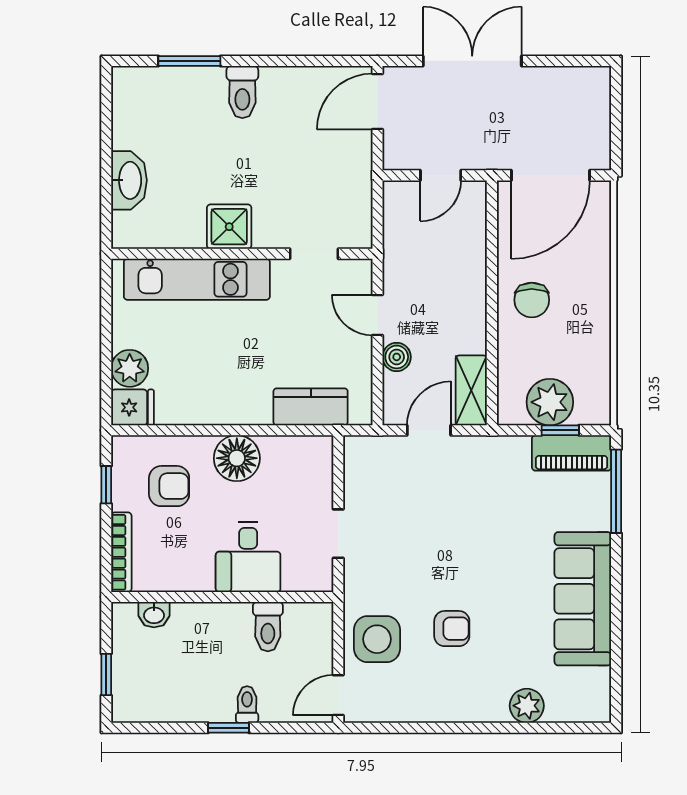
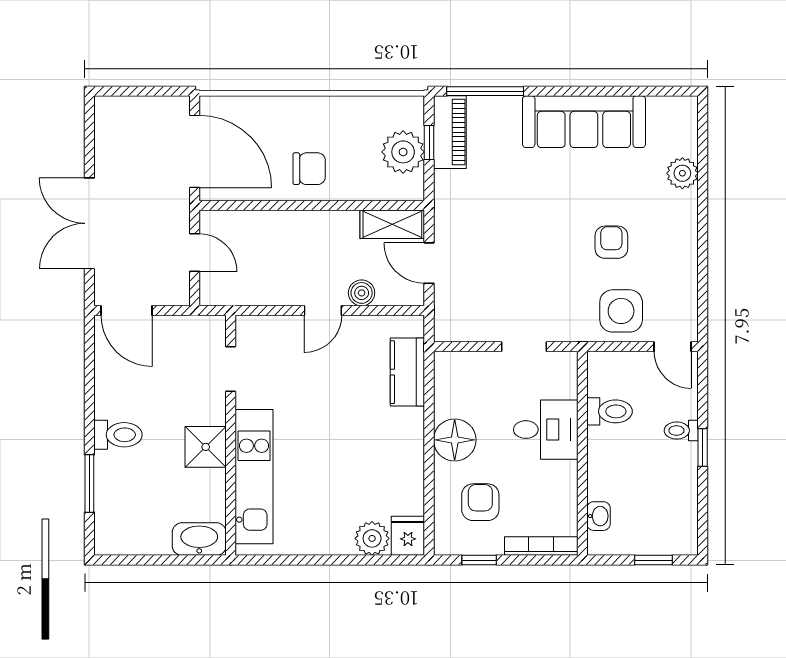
shower: (229, 227) -> (206, 447), moved
wall: (242, 254) -> (231, 435), moved
doorway: (314, 254) -> (231, 369), moved
kitchen unit: (197, 279) -> (254, 477), moved

